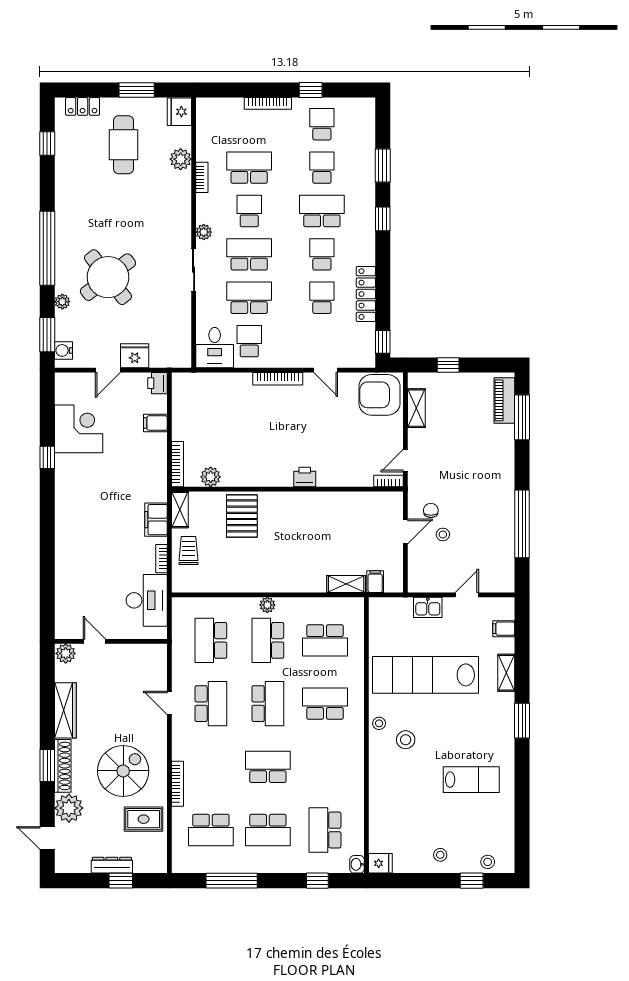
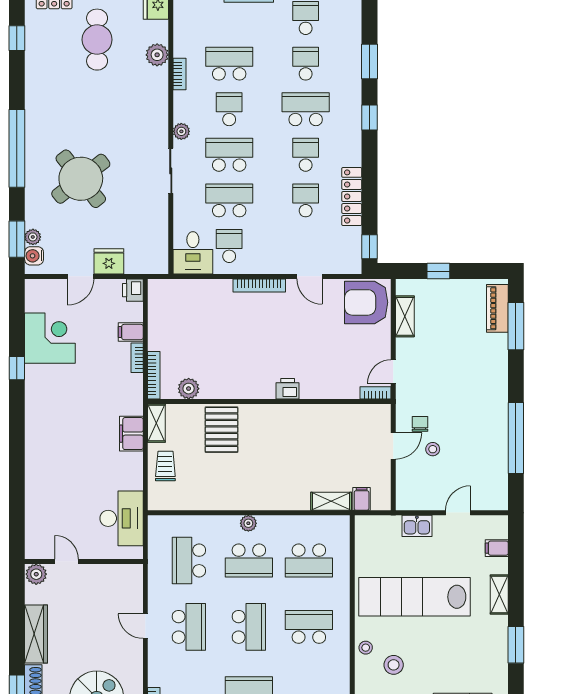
plant: (62, 302) -> (33, 237), moved
bookcase: (162, 559) -> (137, 358), moved
school desk: (268, 640) -> (249, 560), turned -90

